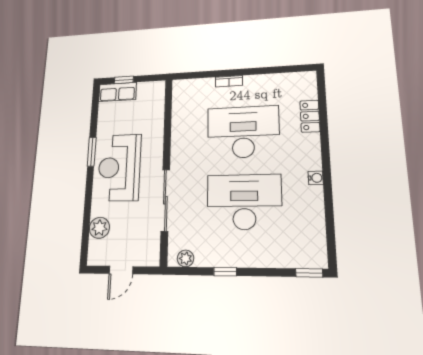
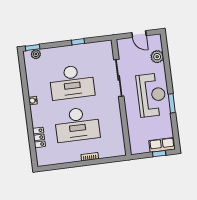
plant: (185, 258) -> (36, 54), moved
door: (121, 270) -> (139, 34), swing flipped

